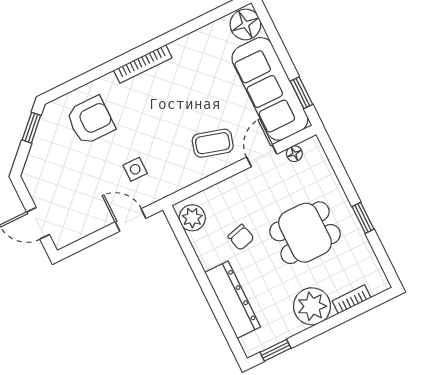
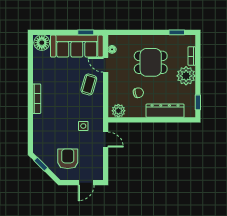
armchair: (90, 120) -> (68, 159), moved
window: (363, 218) -> (177, 32), moved
door: (131, 220) -> (106, 140), swing flipped
dining table: (305, 233) -> (151, 62), turned 90

